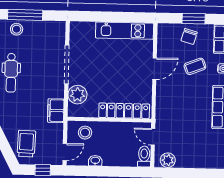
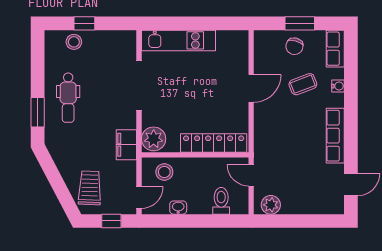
window: (25, 15) -> (84, 23), width x0.46
kitchen unit: (125, 31) -> (178, 40), moved
plant: (77, 95) -> (154, 139), moved
toilet: (144, 156) -> (221, 201), moved

